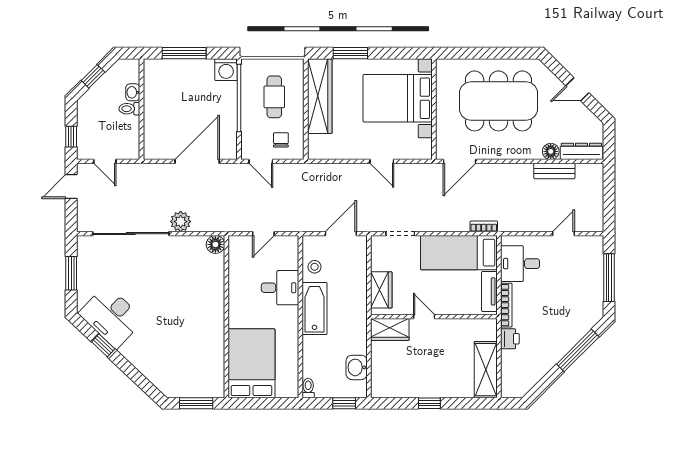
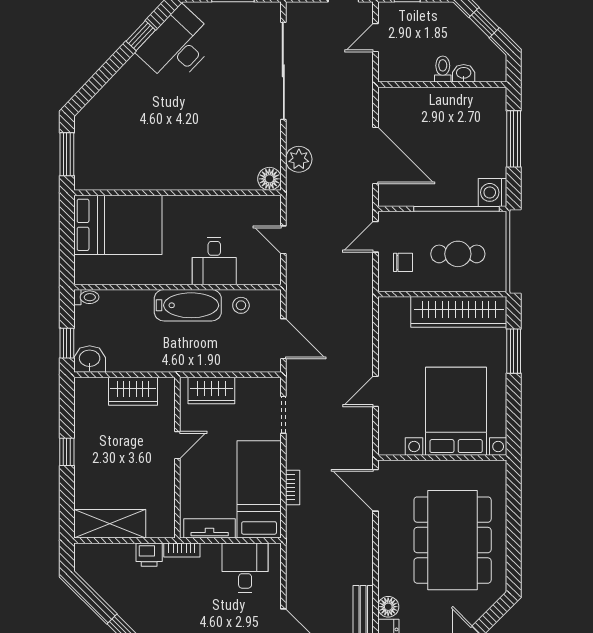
plant: (181, 222) -> (299, 159), moved
bookcase: (484, 226) -> (293, 487), moved
bookcase: (506, 305) -> (182, 550), width x0.64
wardrobe: (390, 330) -> (133, 391), moved, turned -90
washbasin: (357, 367) -> (90, 359), moved

